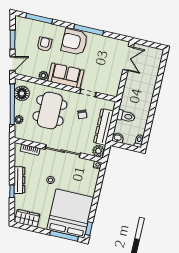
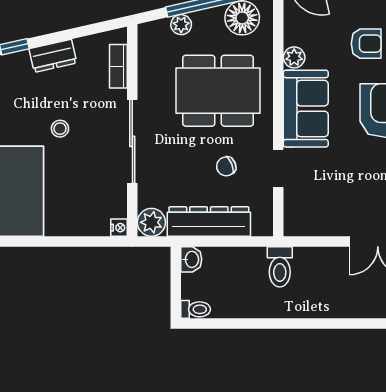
toilet: (126, 116) -> (280, 267), moved
dresser: (19, 180) -> (53, 56), width x0.70

